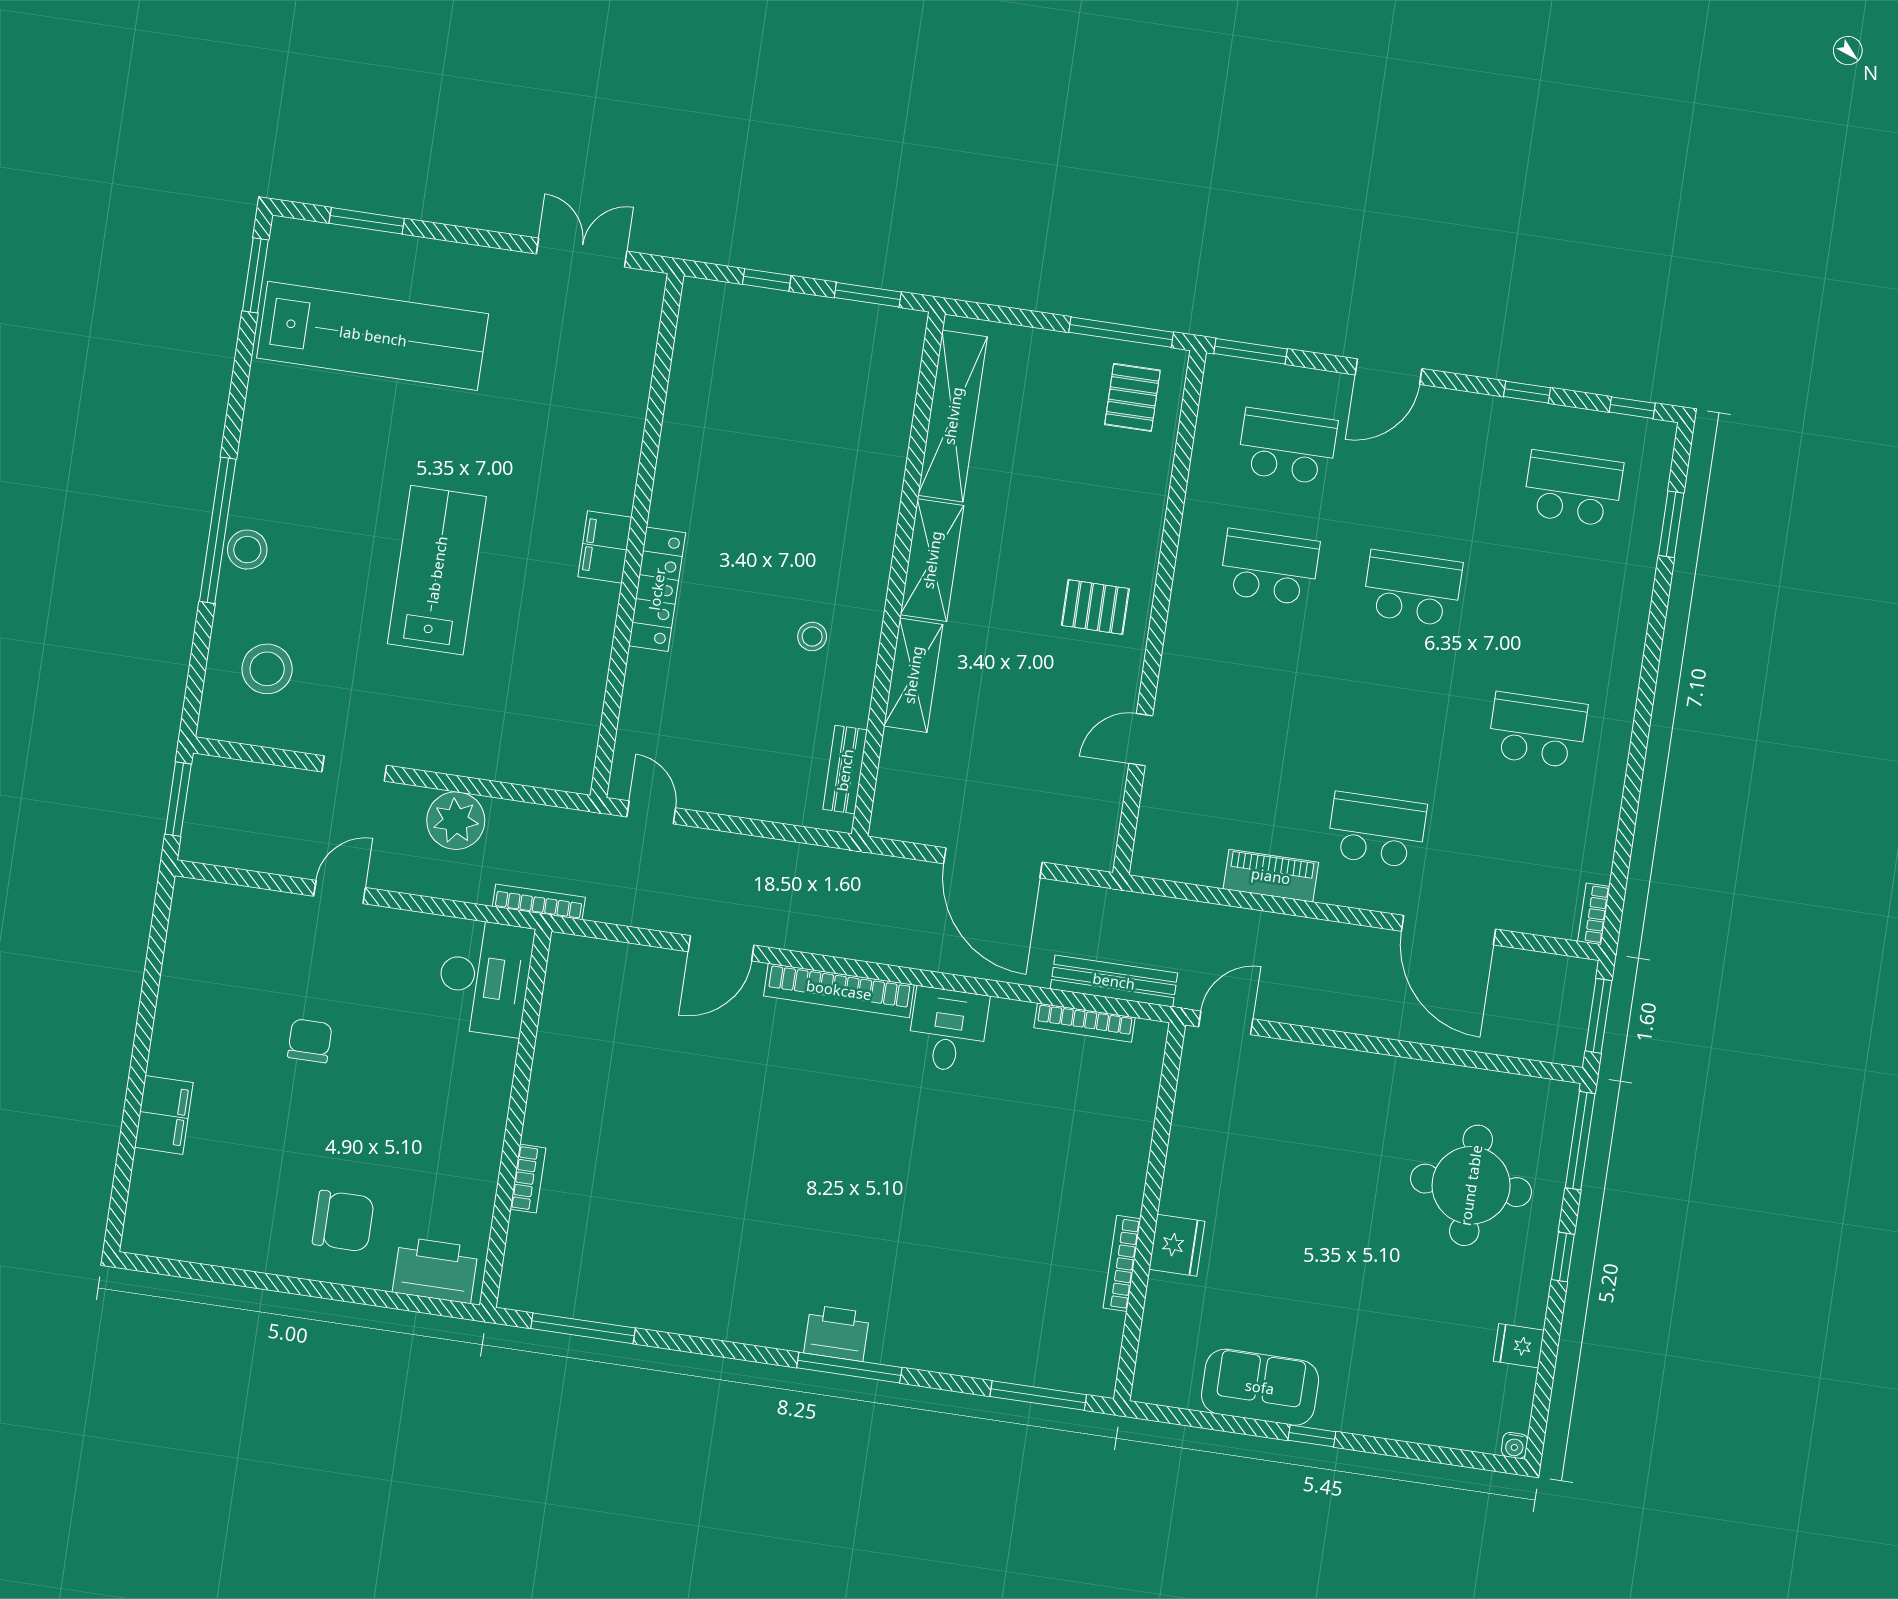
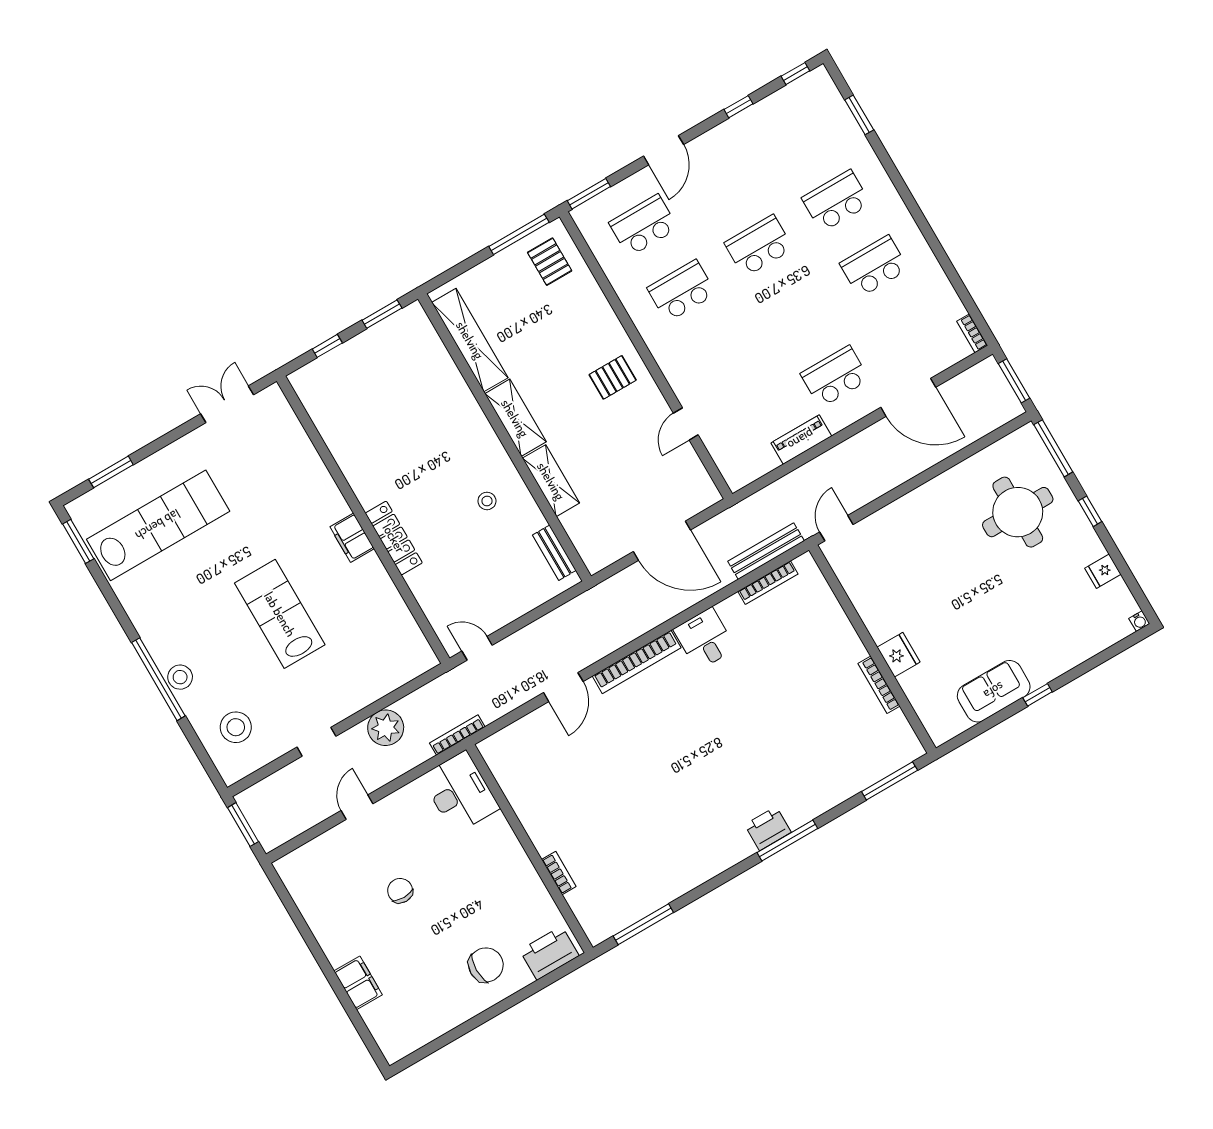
school desk: (1573, 488) -> (836, 201), moved

